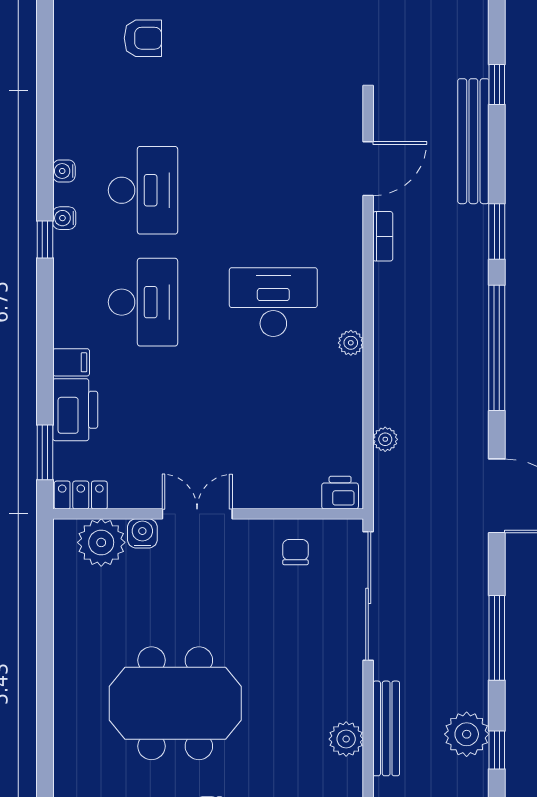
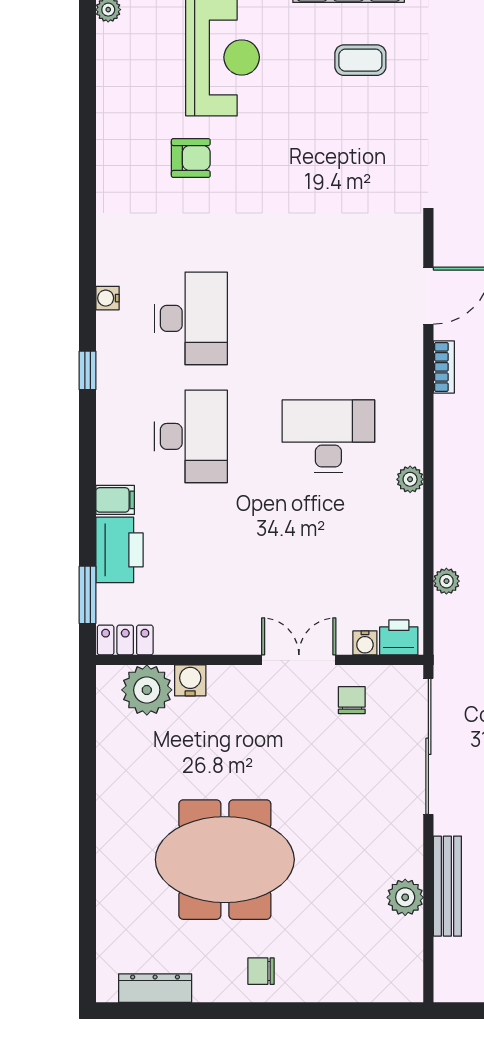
water cooler: (64, 218) -> (365, 643), moved, turned -90
double door: (197, 514) -> (299, 660), moved

